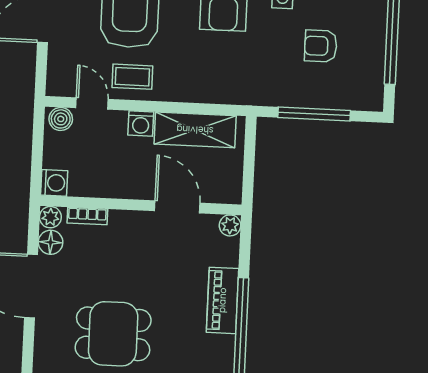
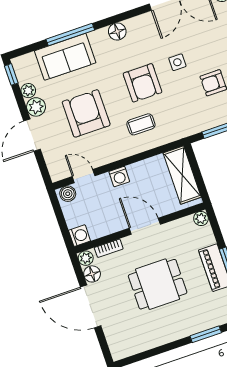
coffee table: (132, 77) -> (141, 124), moved
shelving: (195, 130) -> (182, 175), moved, turned 90
door: (177, 207) -> (145, 226), moved
dining table: (113, 334) -> (158, 284), moved

